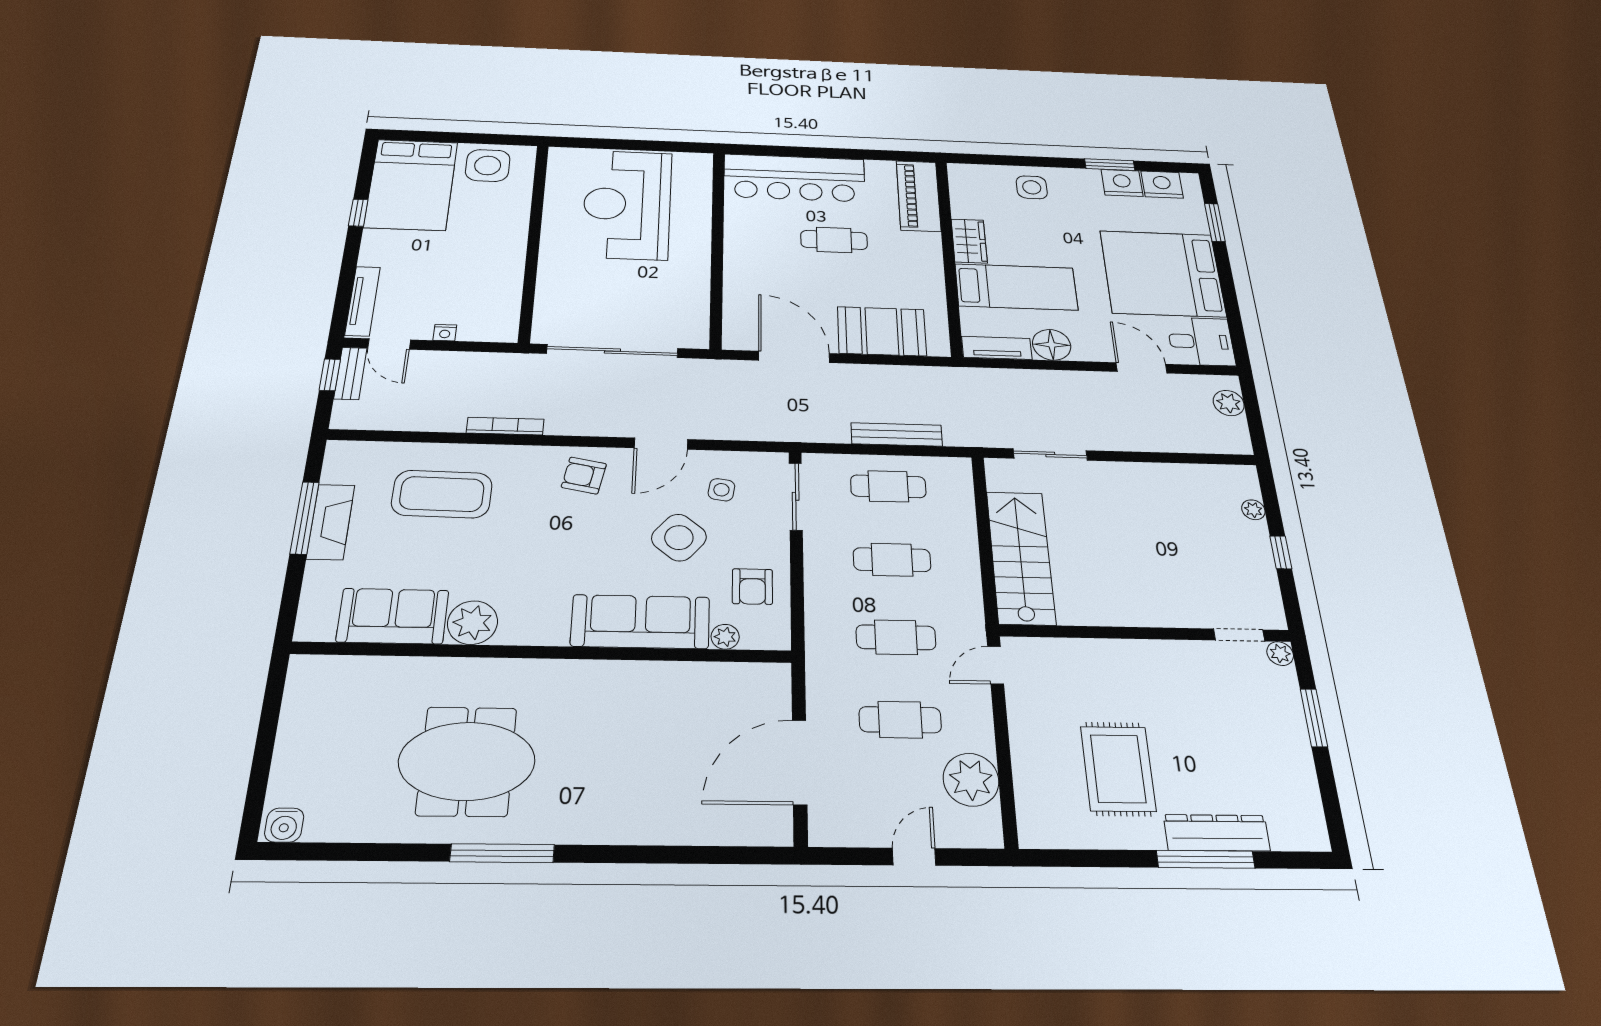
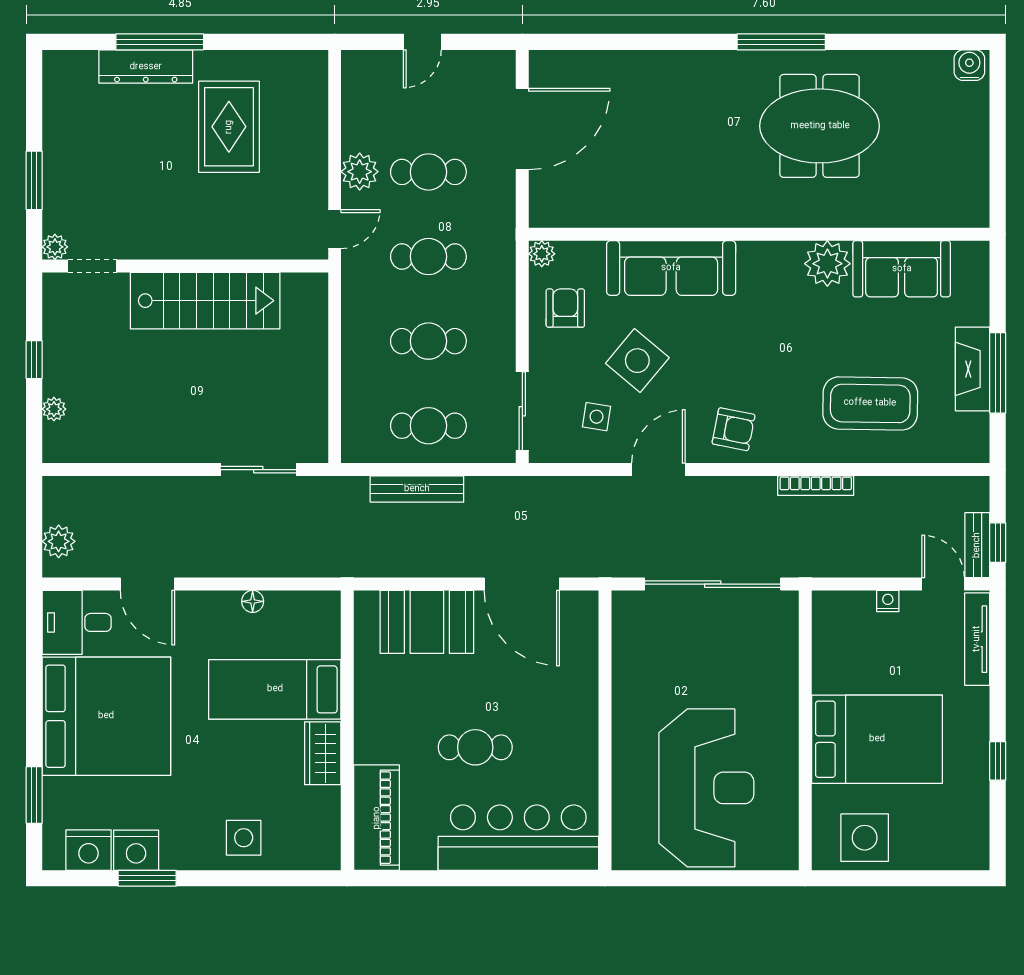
bed: (411, 184) -> (877, 739), moved, turned 90
floor lamp: (1052, 345) -> (253, 601), width x0.53, depth x0.53
tv unit: (997, 348) -> (303, 605), removed
stairs: (1021, 557) -> (205, 301), moved, turned -90
plant: (725, 637) -> (542, 254), moved
plant: (971, 780) -> (360, 172), moved, width x0.73, depth x0.73

